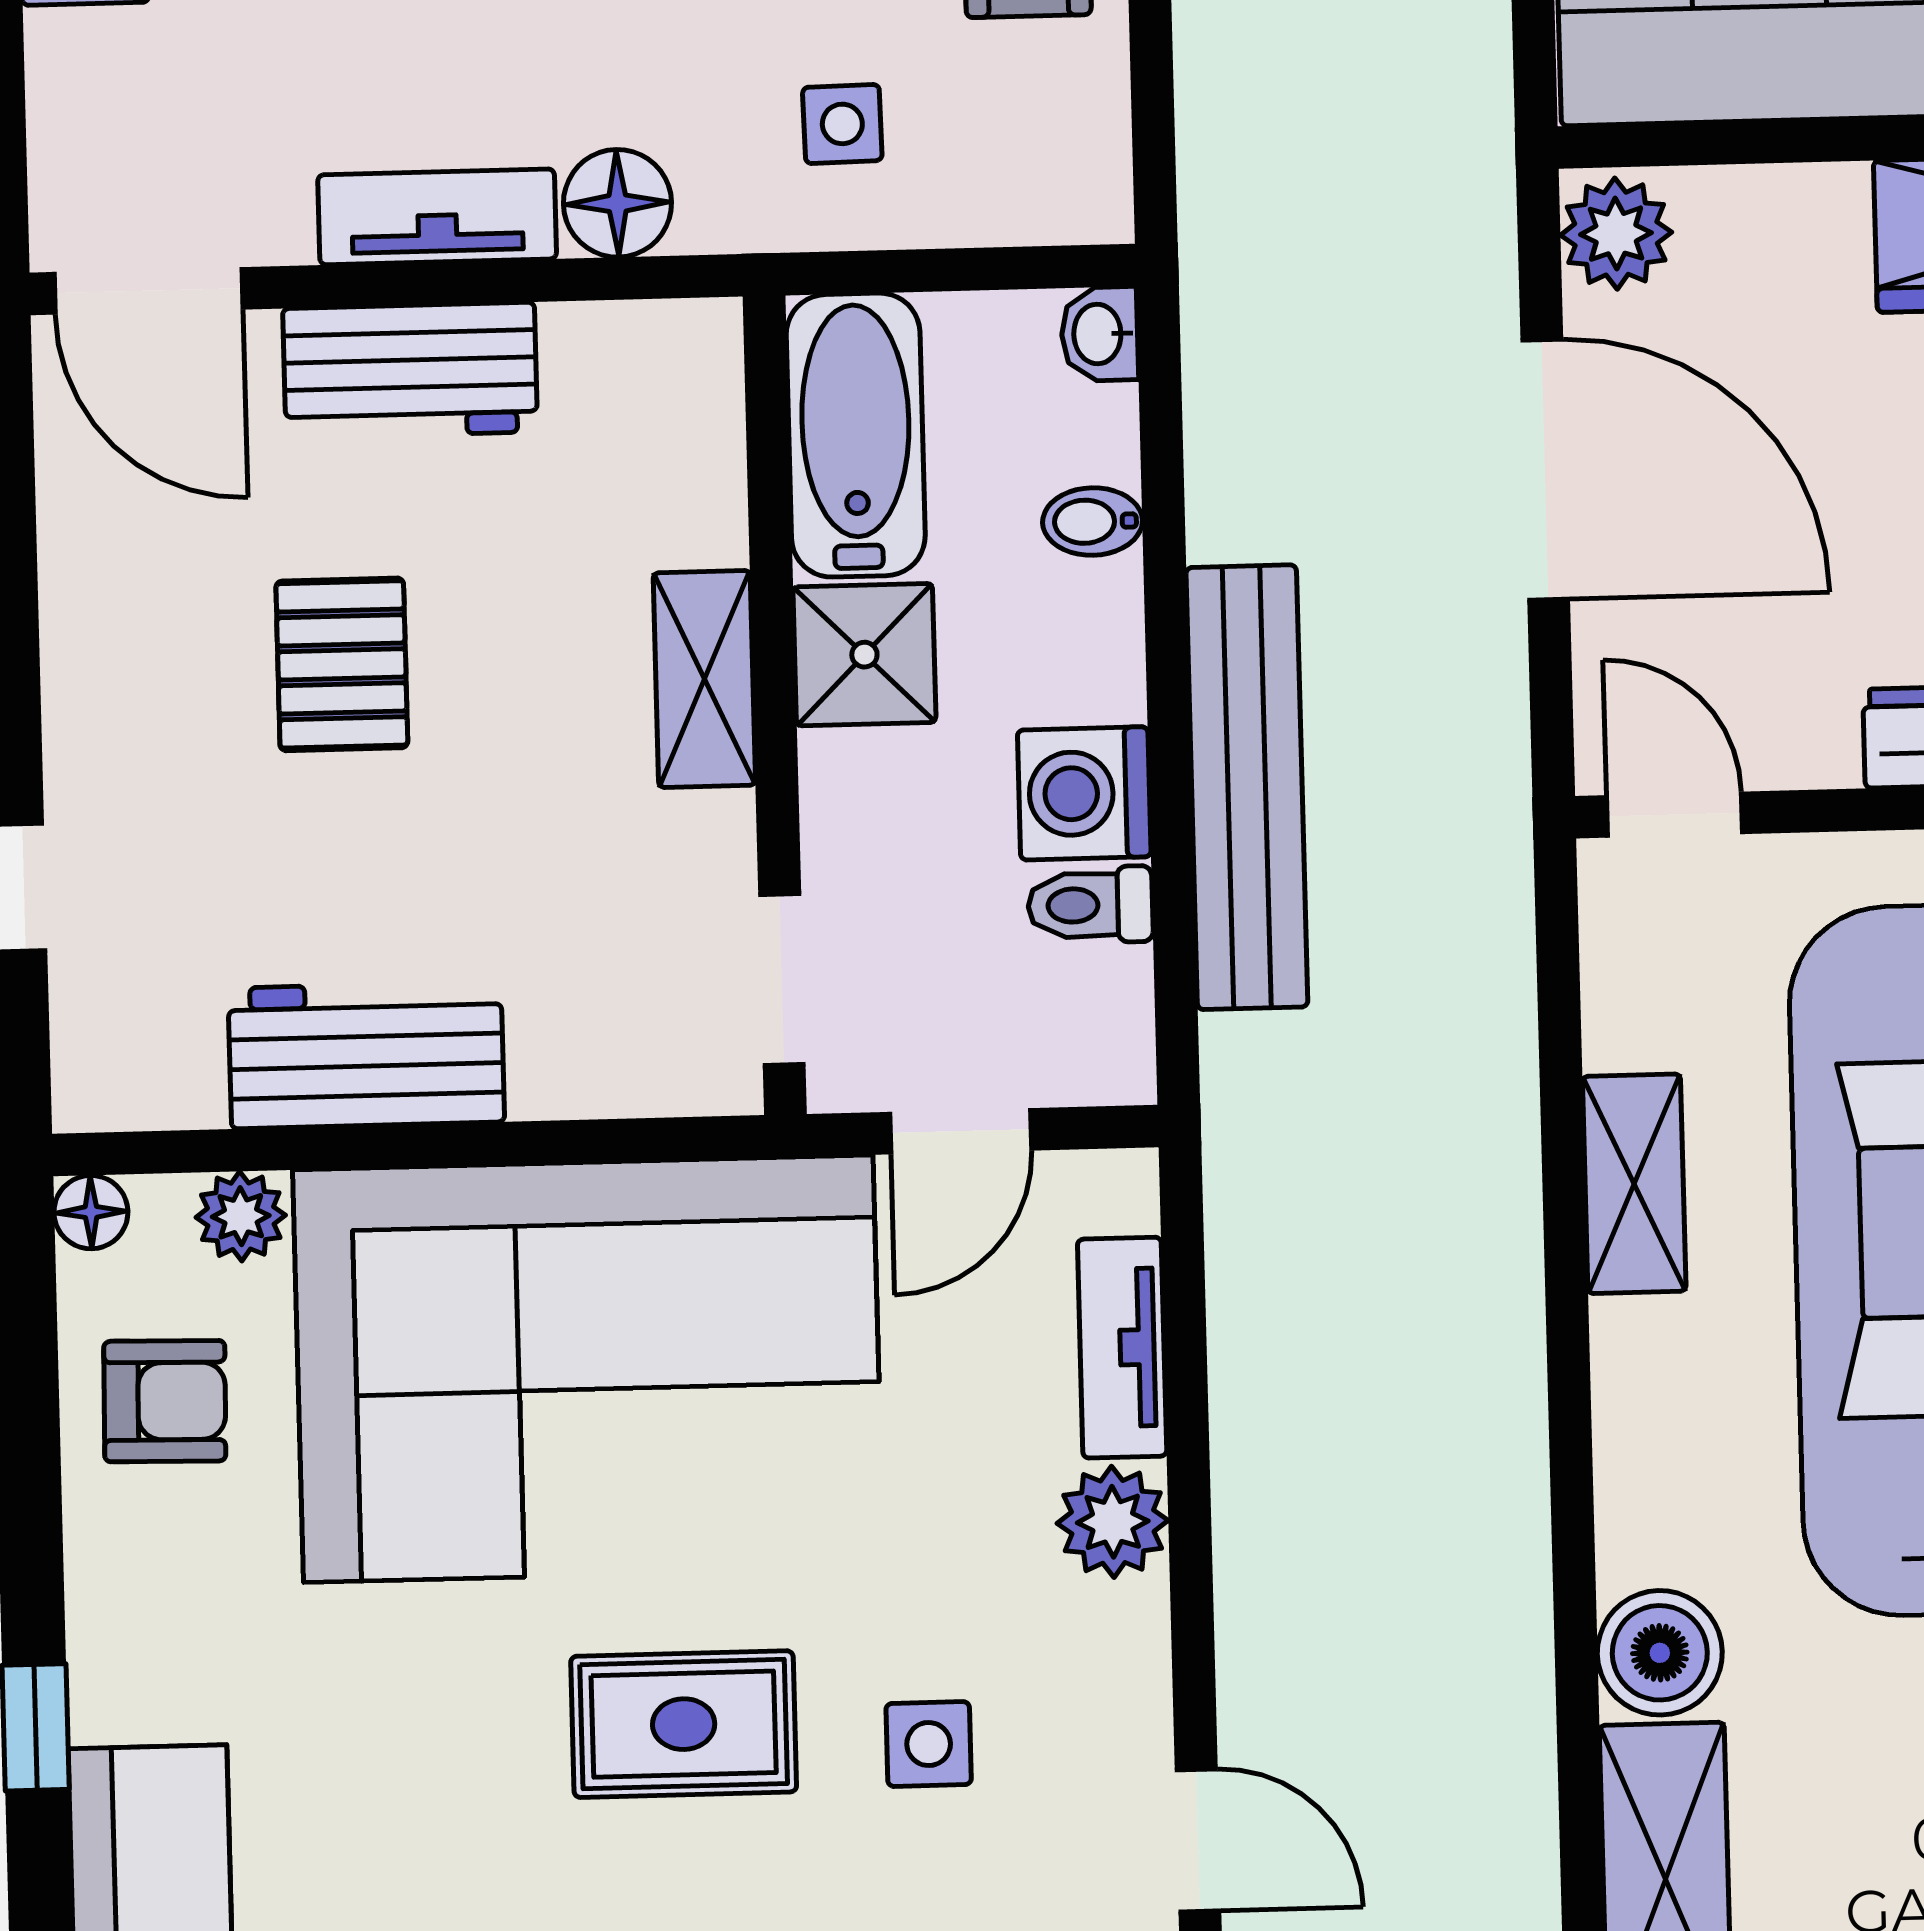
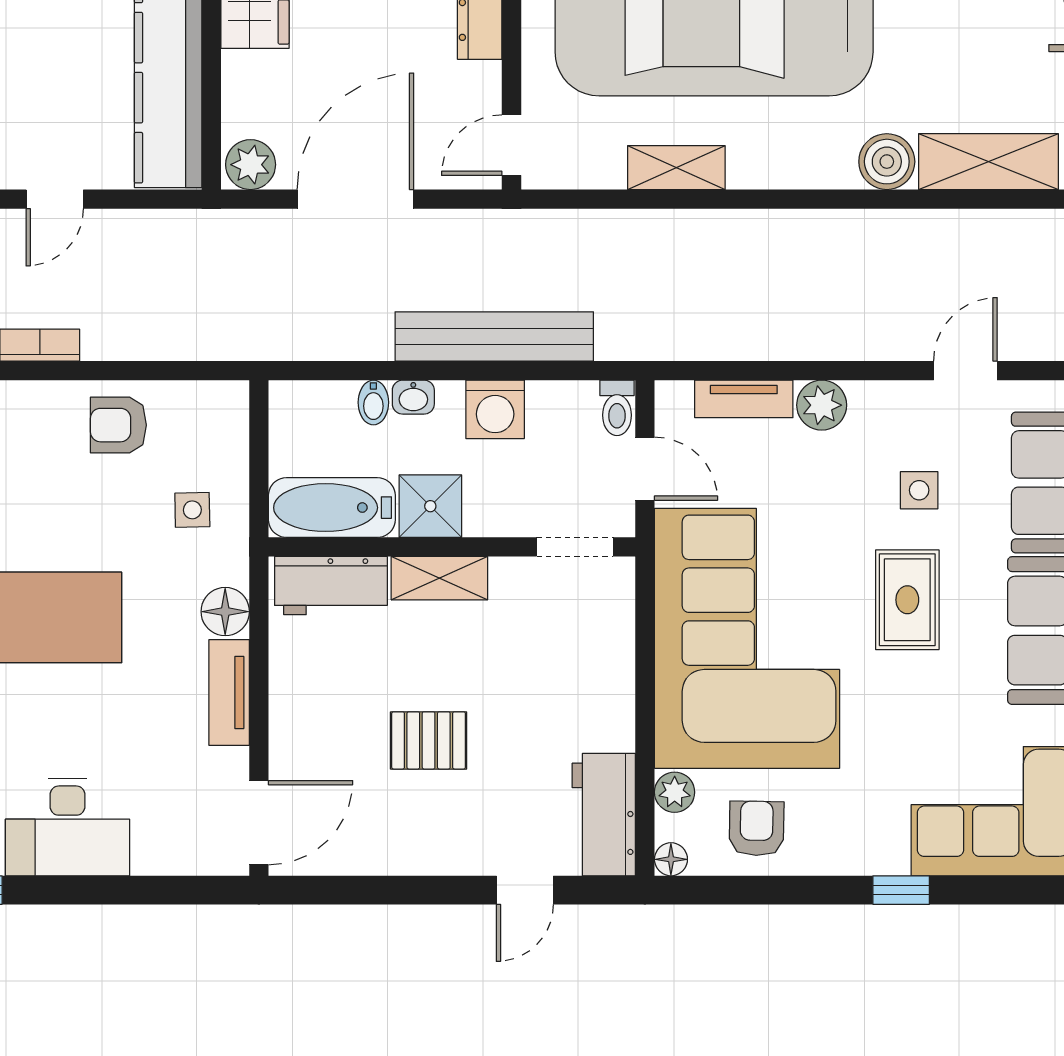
washbasin: (1100, 334) -> (413, 397), moved
workbench: (410, 370) -> (331, 586), moved, turned 90
toilet: (1090, 905) -> (617, 408), moved
workbench: (366, 1055) -> (604, 815), moved

